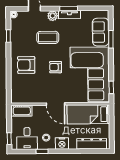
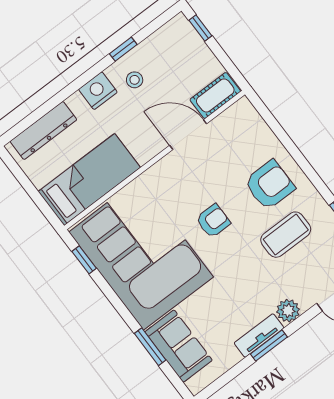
coffee table: (48, 37) -> (286, 235), moved
door: (56, 104) -> (188, 135), moved
desk: (27, 139) -> (168, 52), removed

